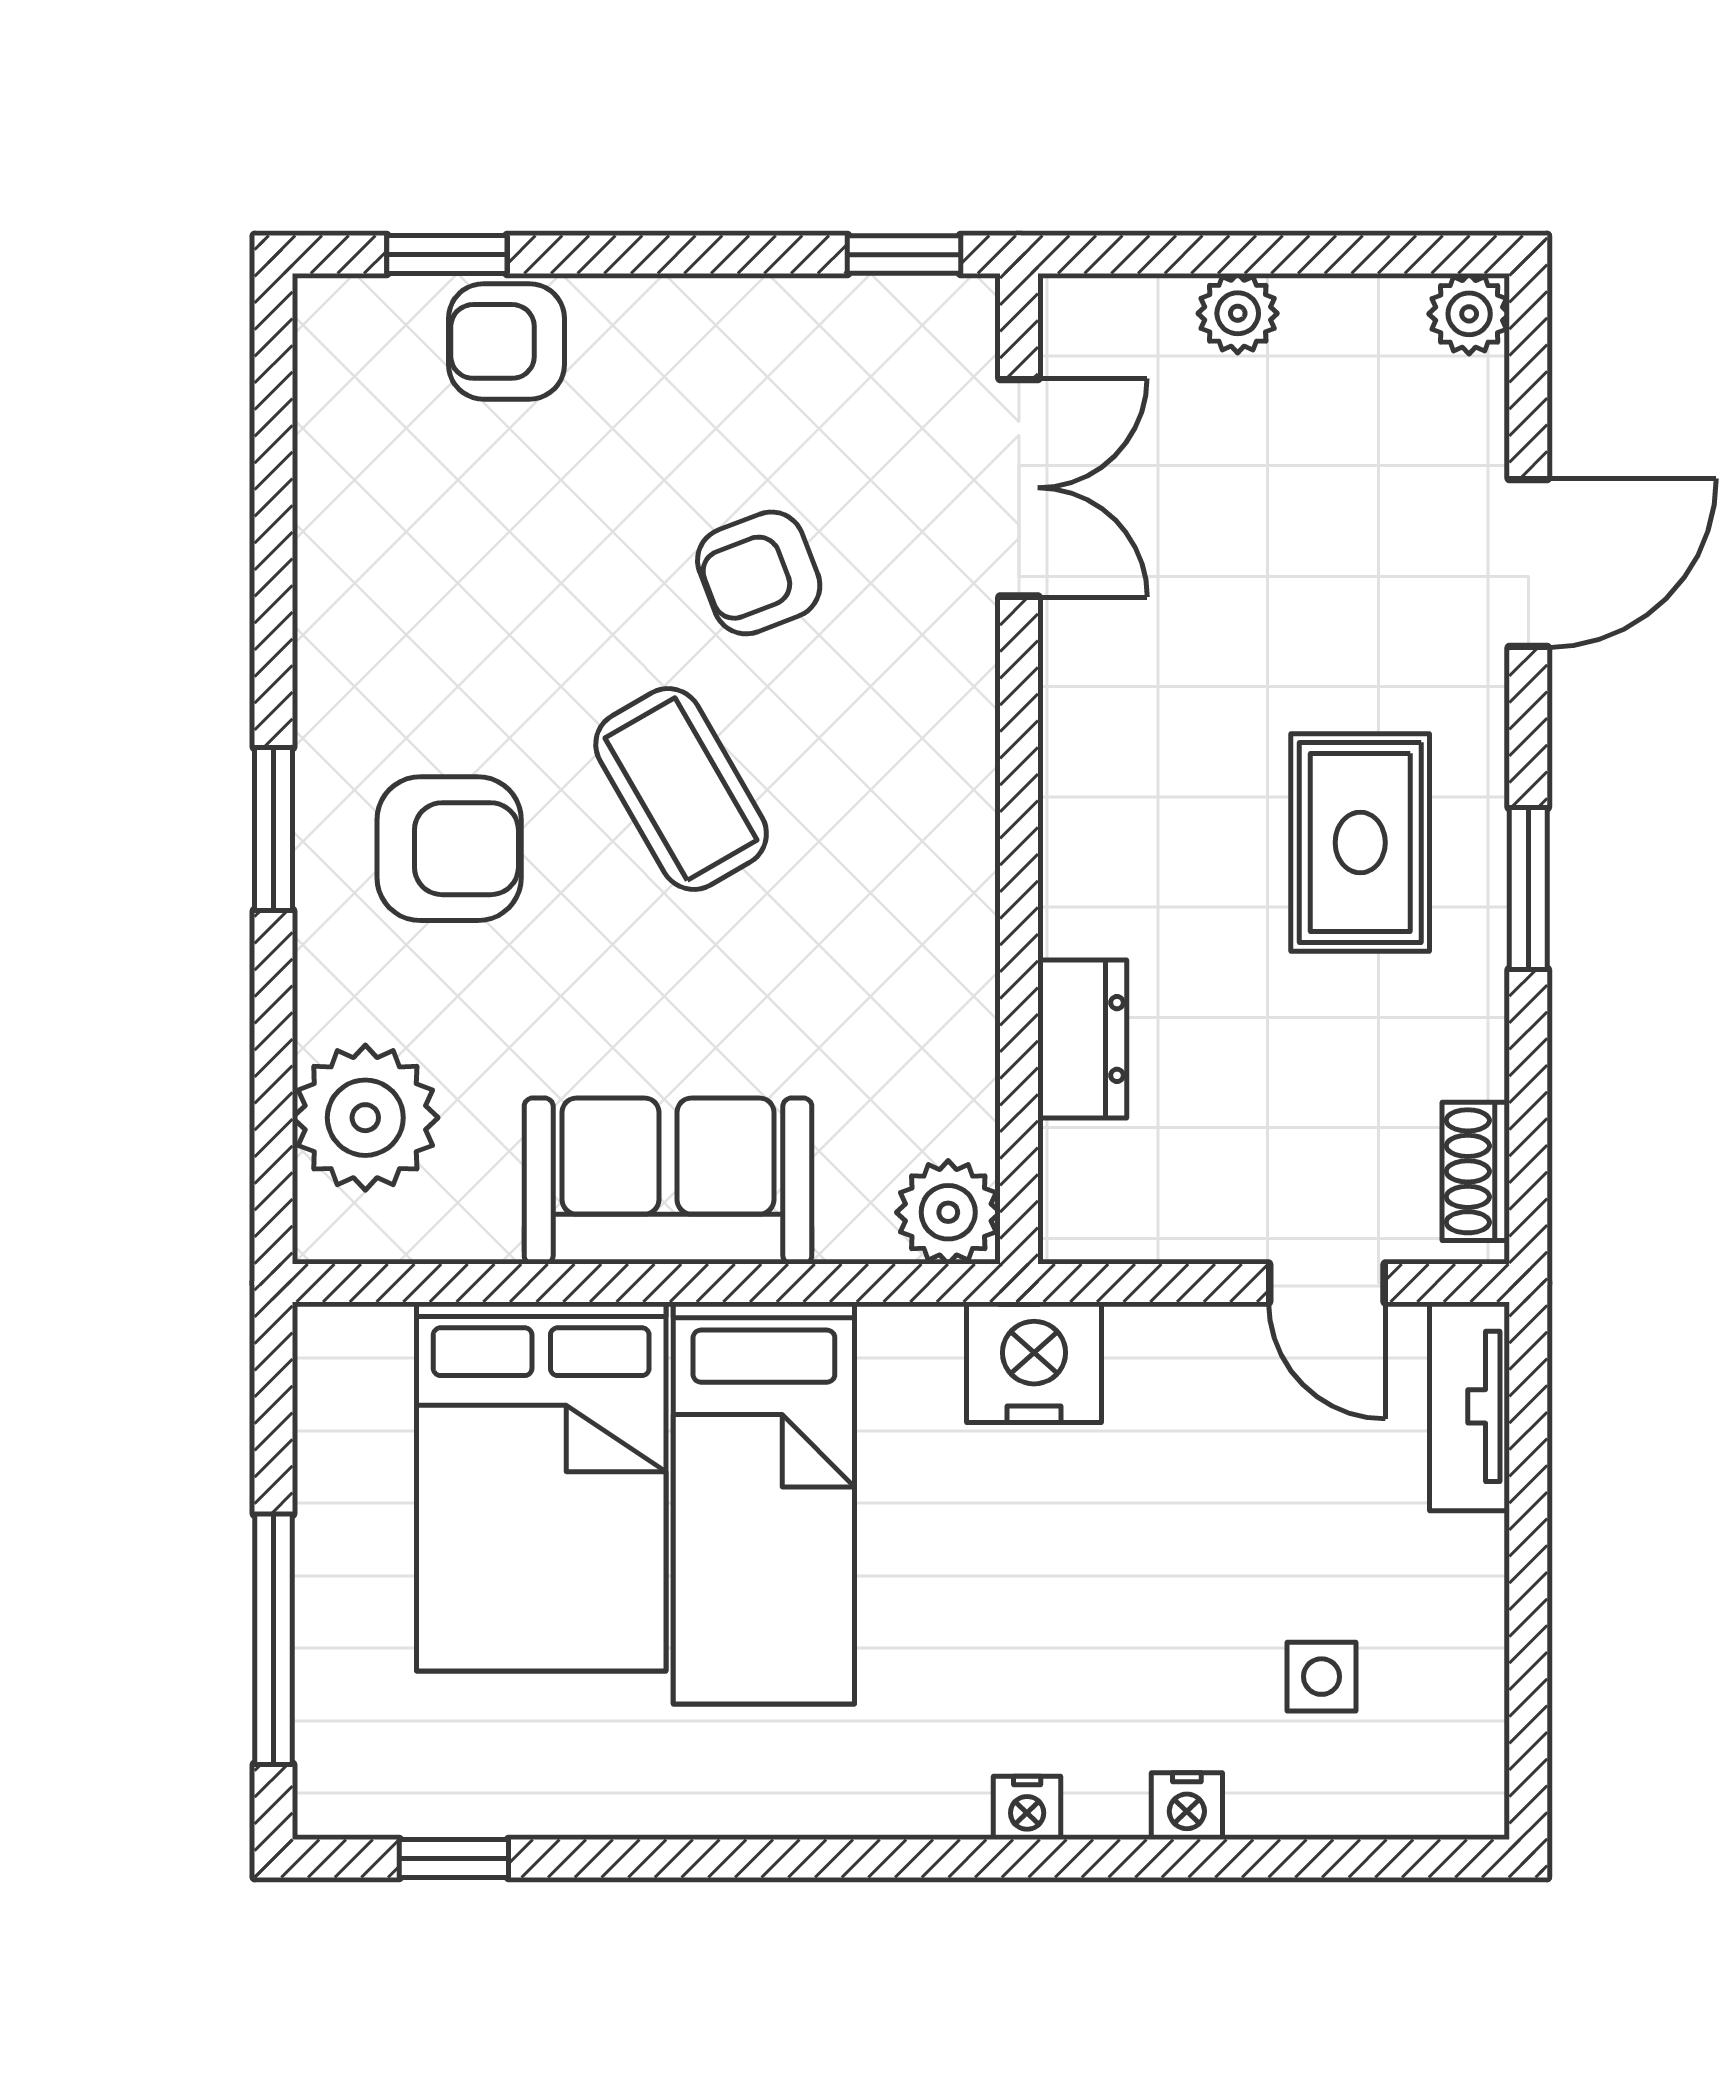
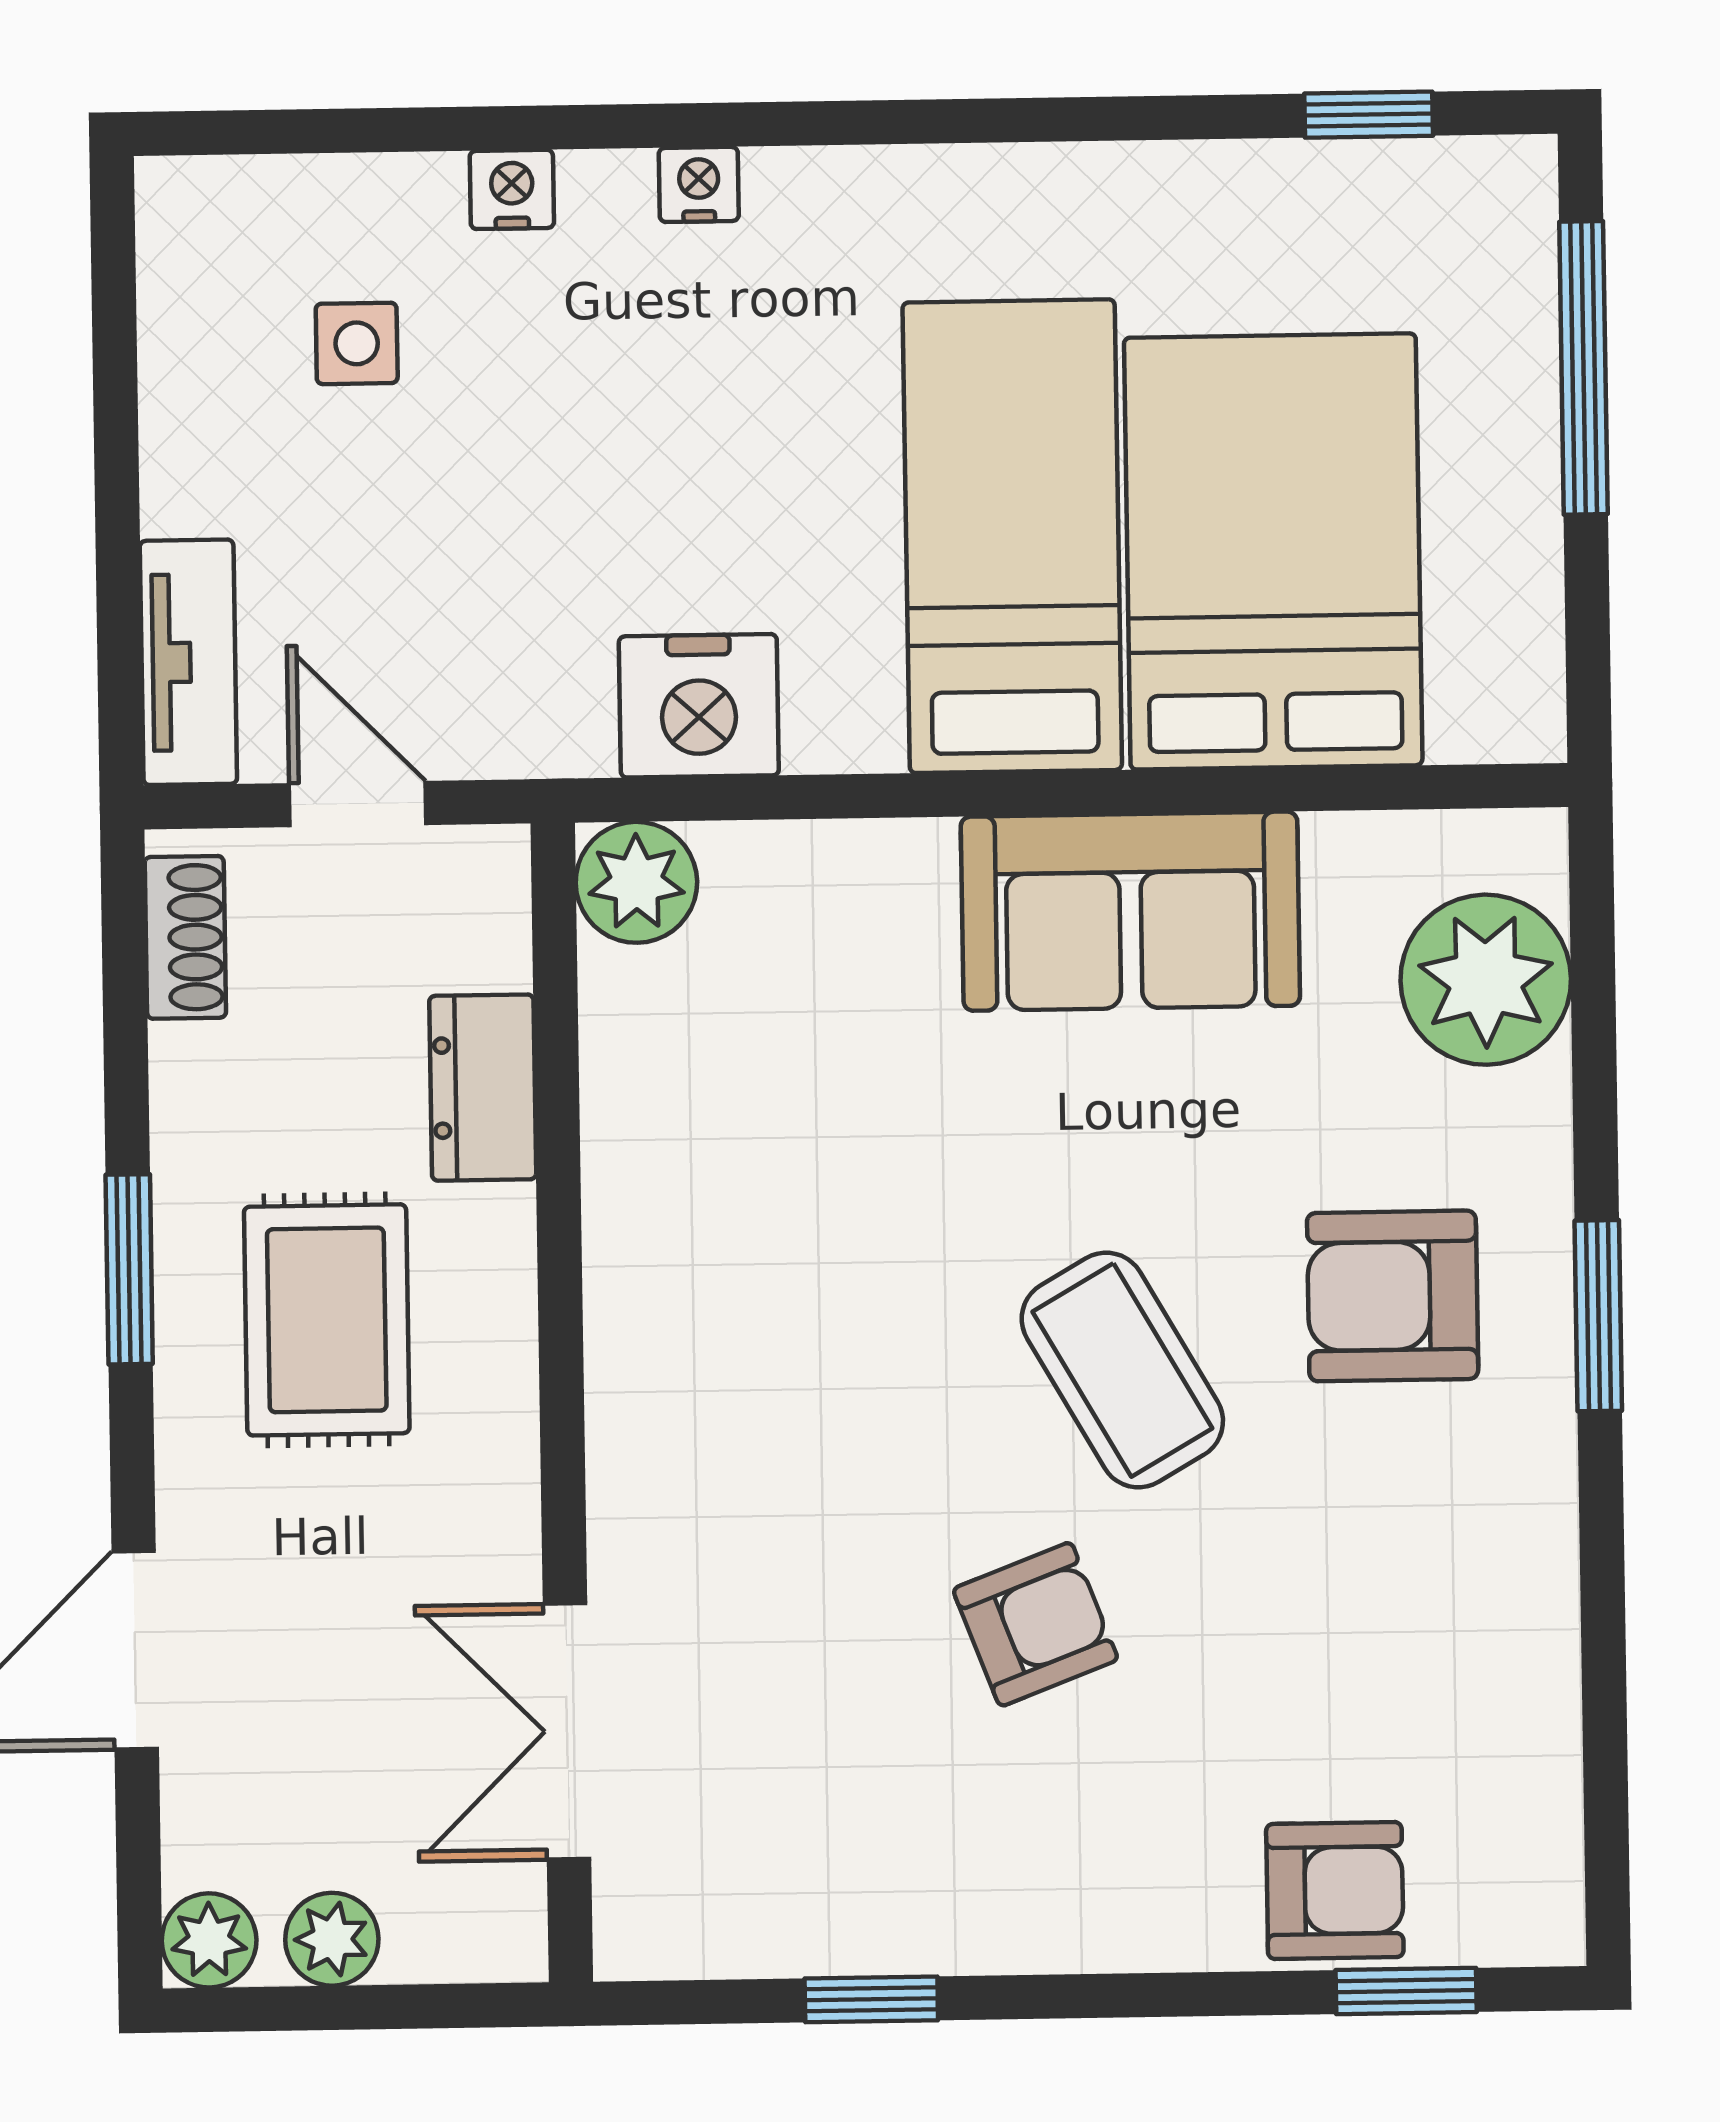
plant: (1238, 313) -> (332, 1939), moved
double door: (1019, 488) -> (567, 1731), moved
wall: (1019, 769) -> (562, 1403), moved
dresser: (1082, 1039) -> (483, 1088), moved
plant: (948, 1212) -> (636, 882), moved

